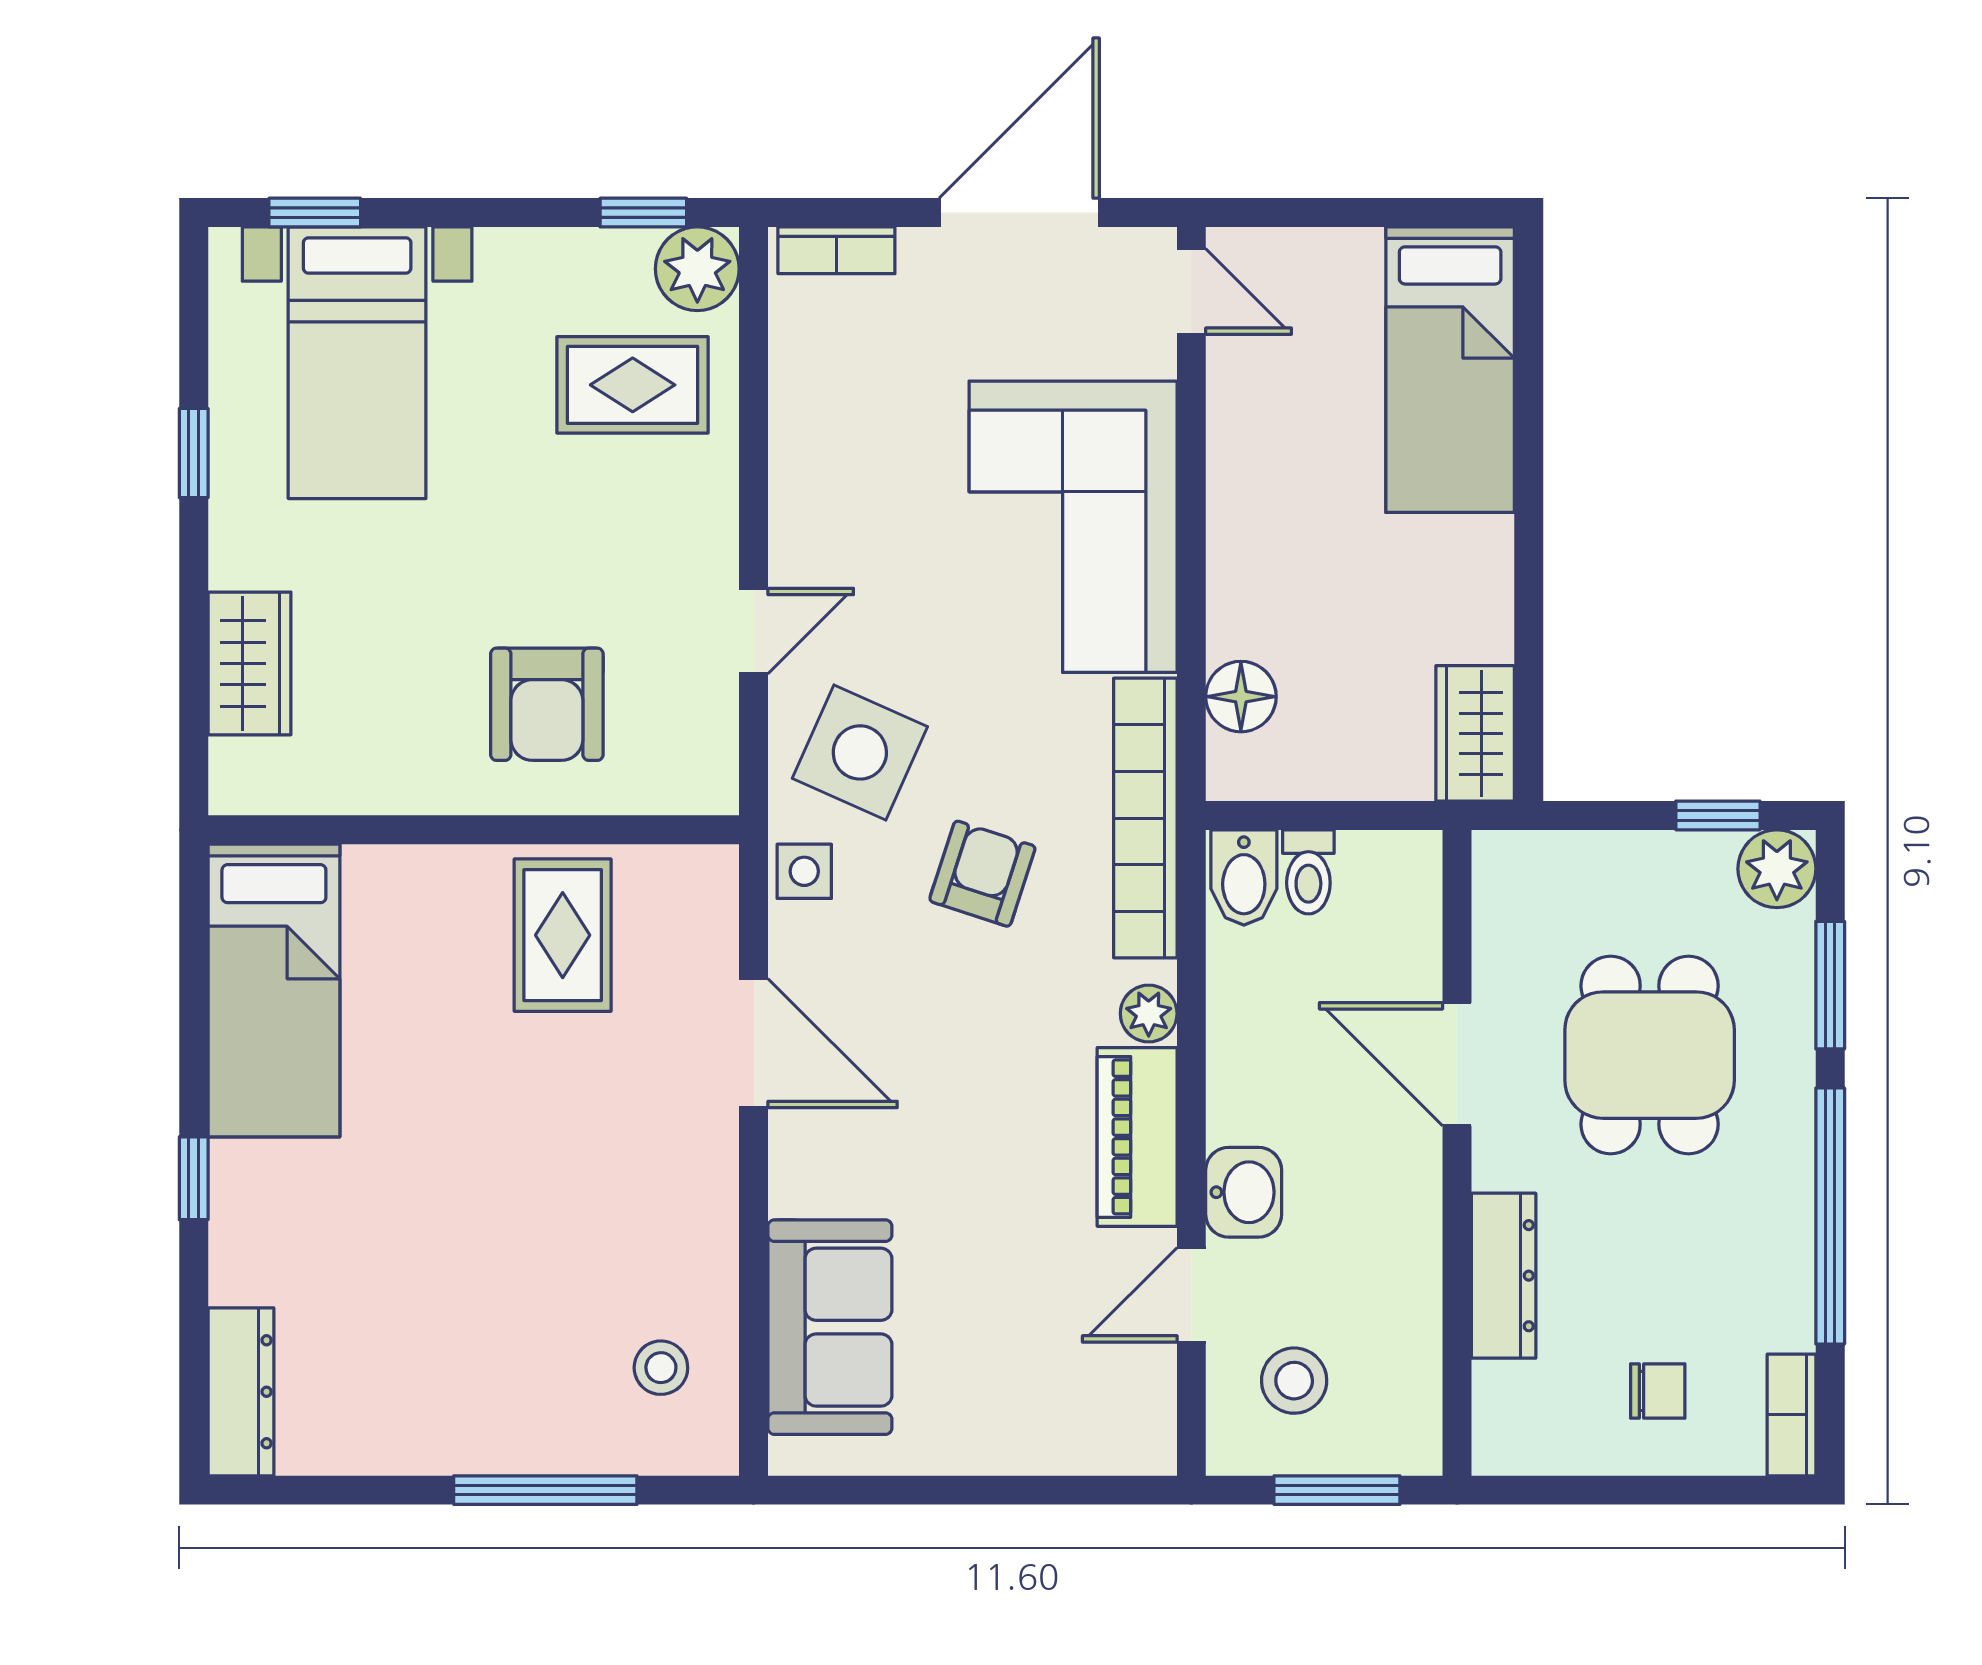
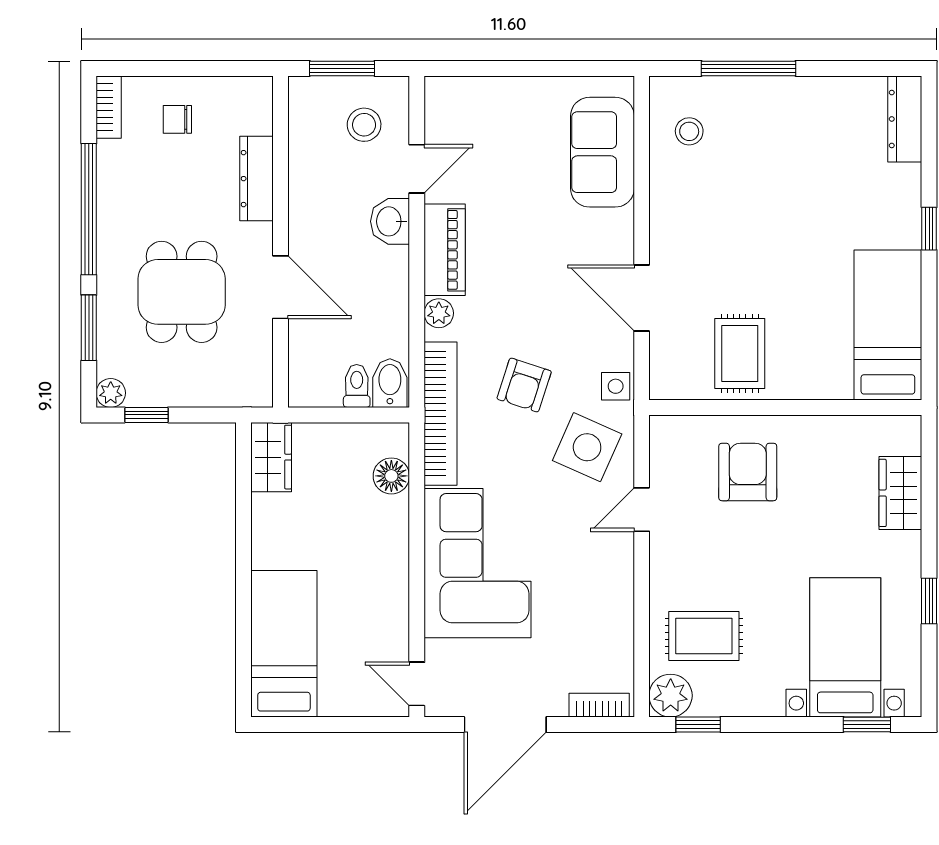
plant: (1777, 869) -> (111, 393), width x0.73, depth x0.73

